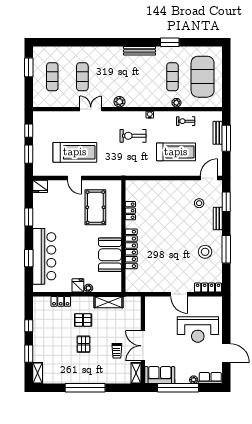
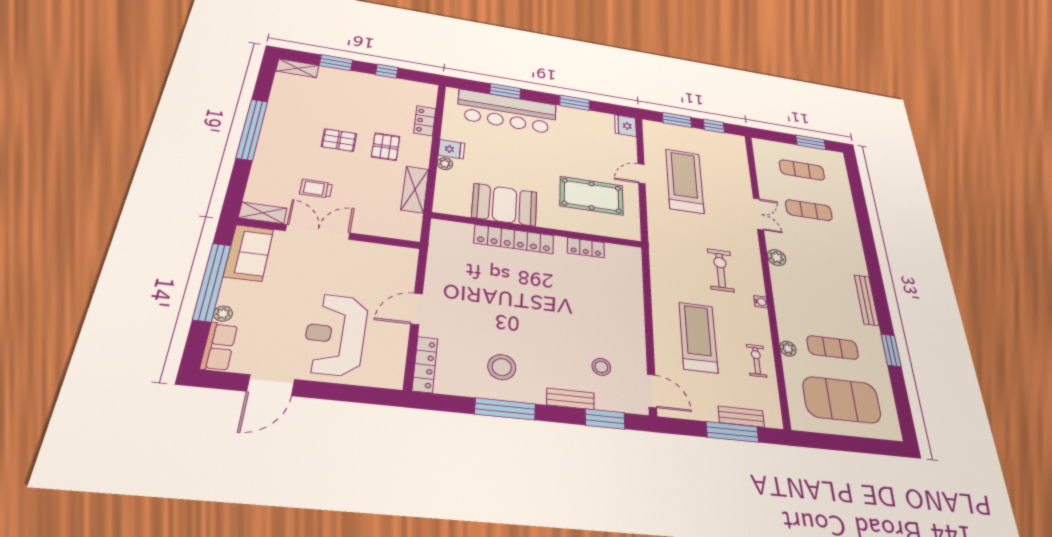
treadmill: (75, 152) -> (685, 181), turned 180
treadmill: (176, 152) -> (698, 337), turned 180

